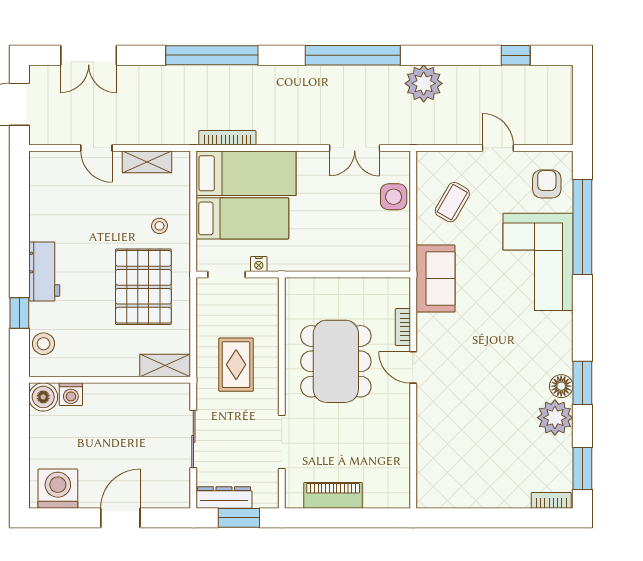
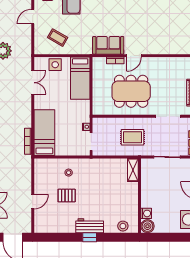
shelving: (147, 162) -> (39, 178), removed
bed: (242, 218) -> (80, 78), moved, turned 180
sofa: (436, 279) -> (108, 45), moved
pallet: (143, 287) -> (67, 196), moved, width x0.49, depth x0.50
window: (19, 313) -> (90, 237), moved

